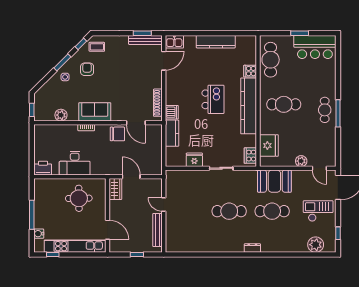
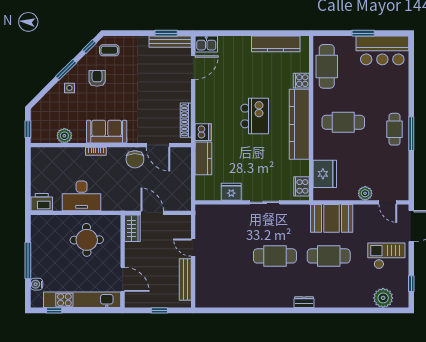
kitchen counter: (216, 42) -> (276, 44), moved
chair: (117, 134) -> (135, 159), turned 90

